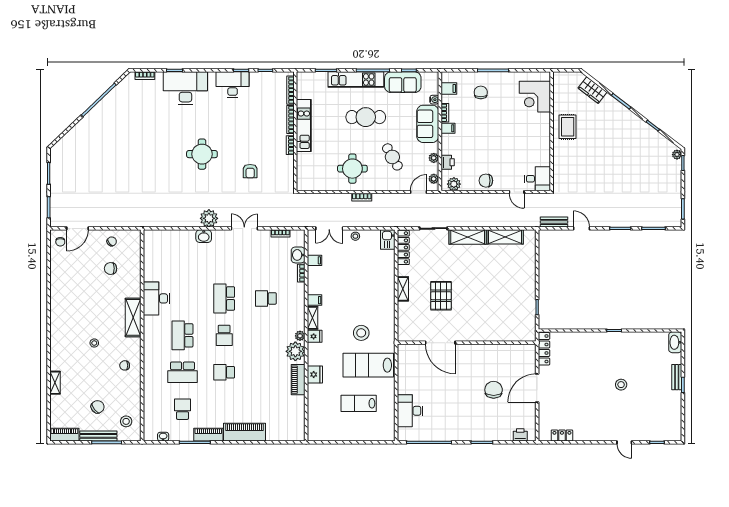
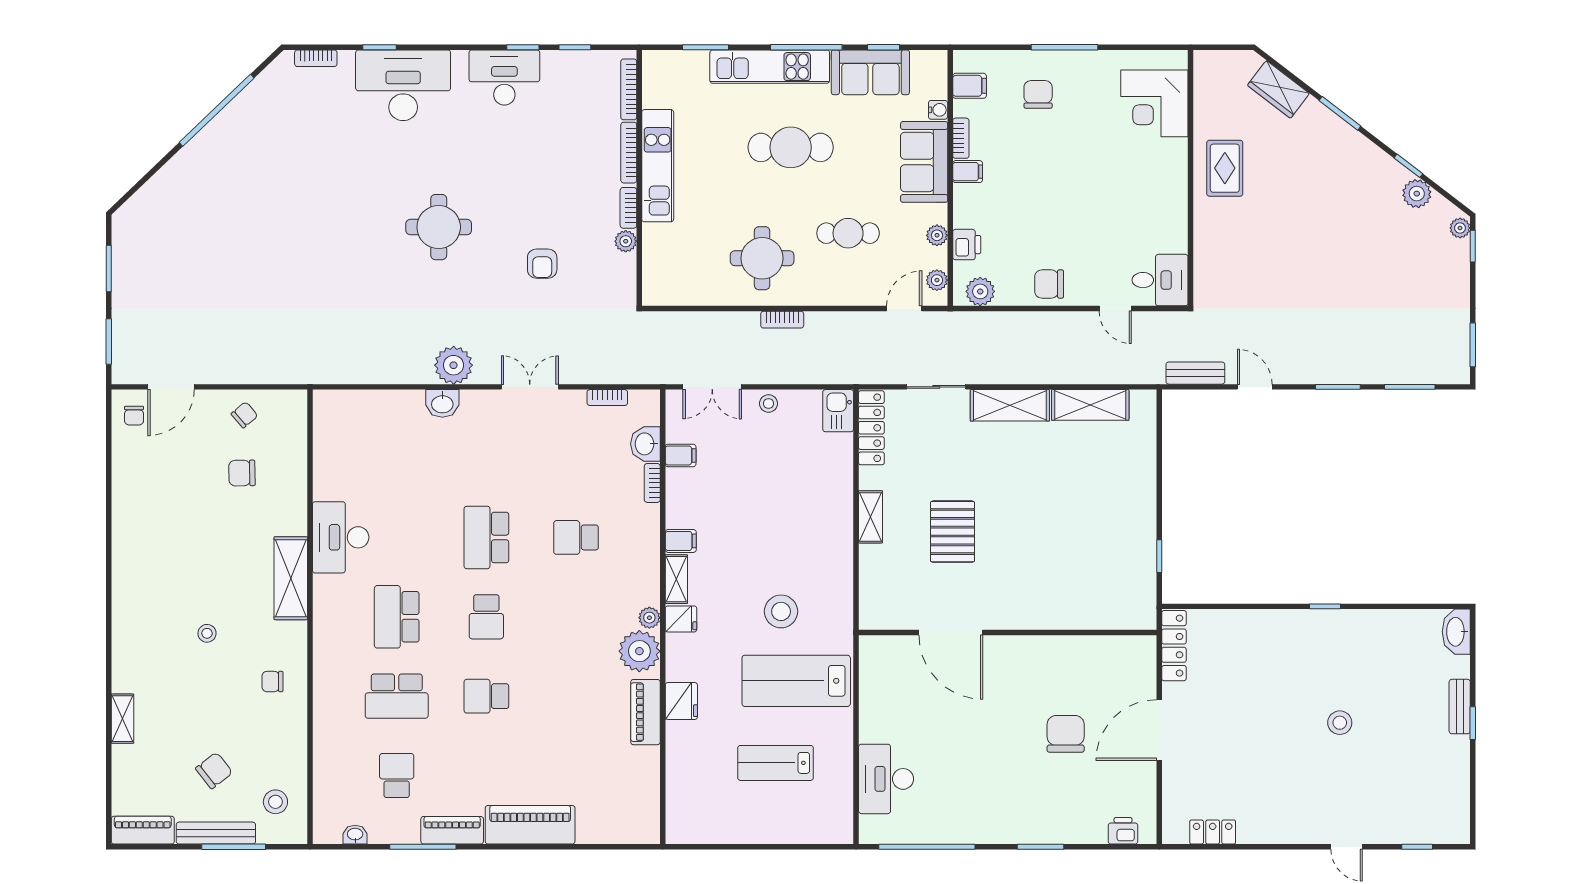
plant: (657, 139) -> (1417, 194), added
cafe table: (392, 157) -> (848, 233), turned -60
plant: (289, 161) -> (626, 241), added

